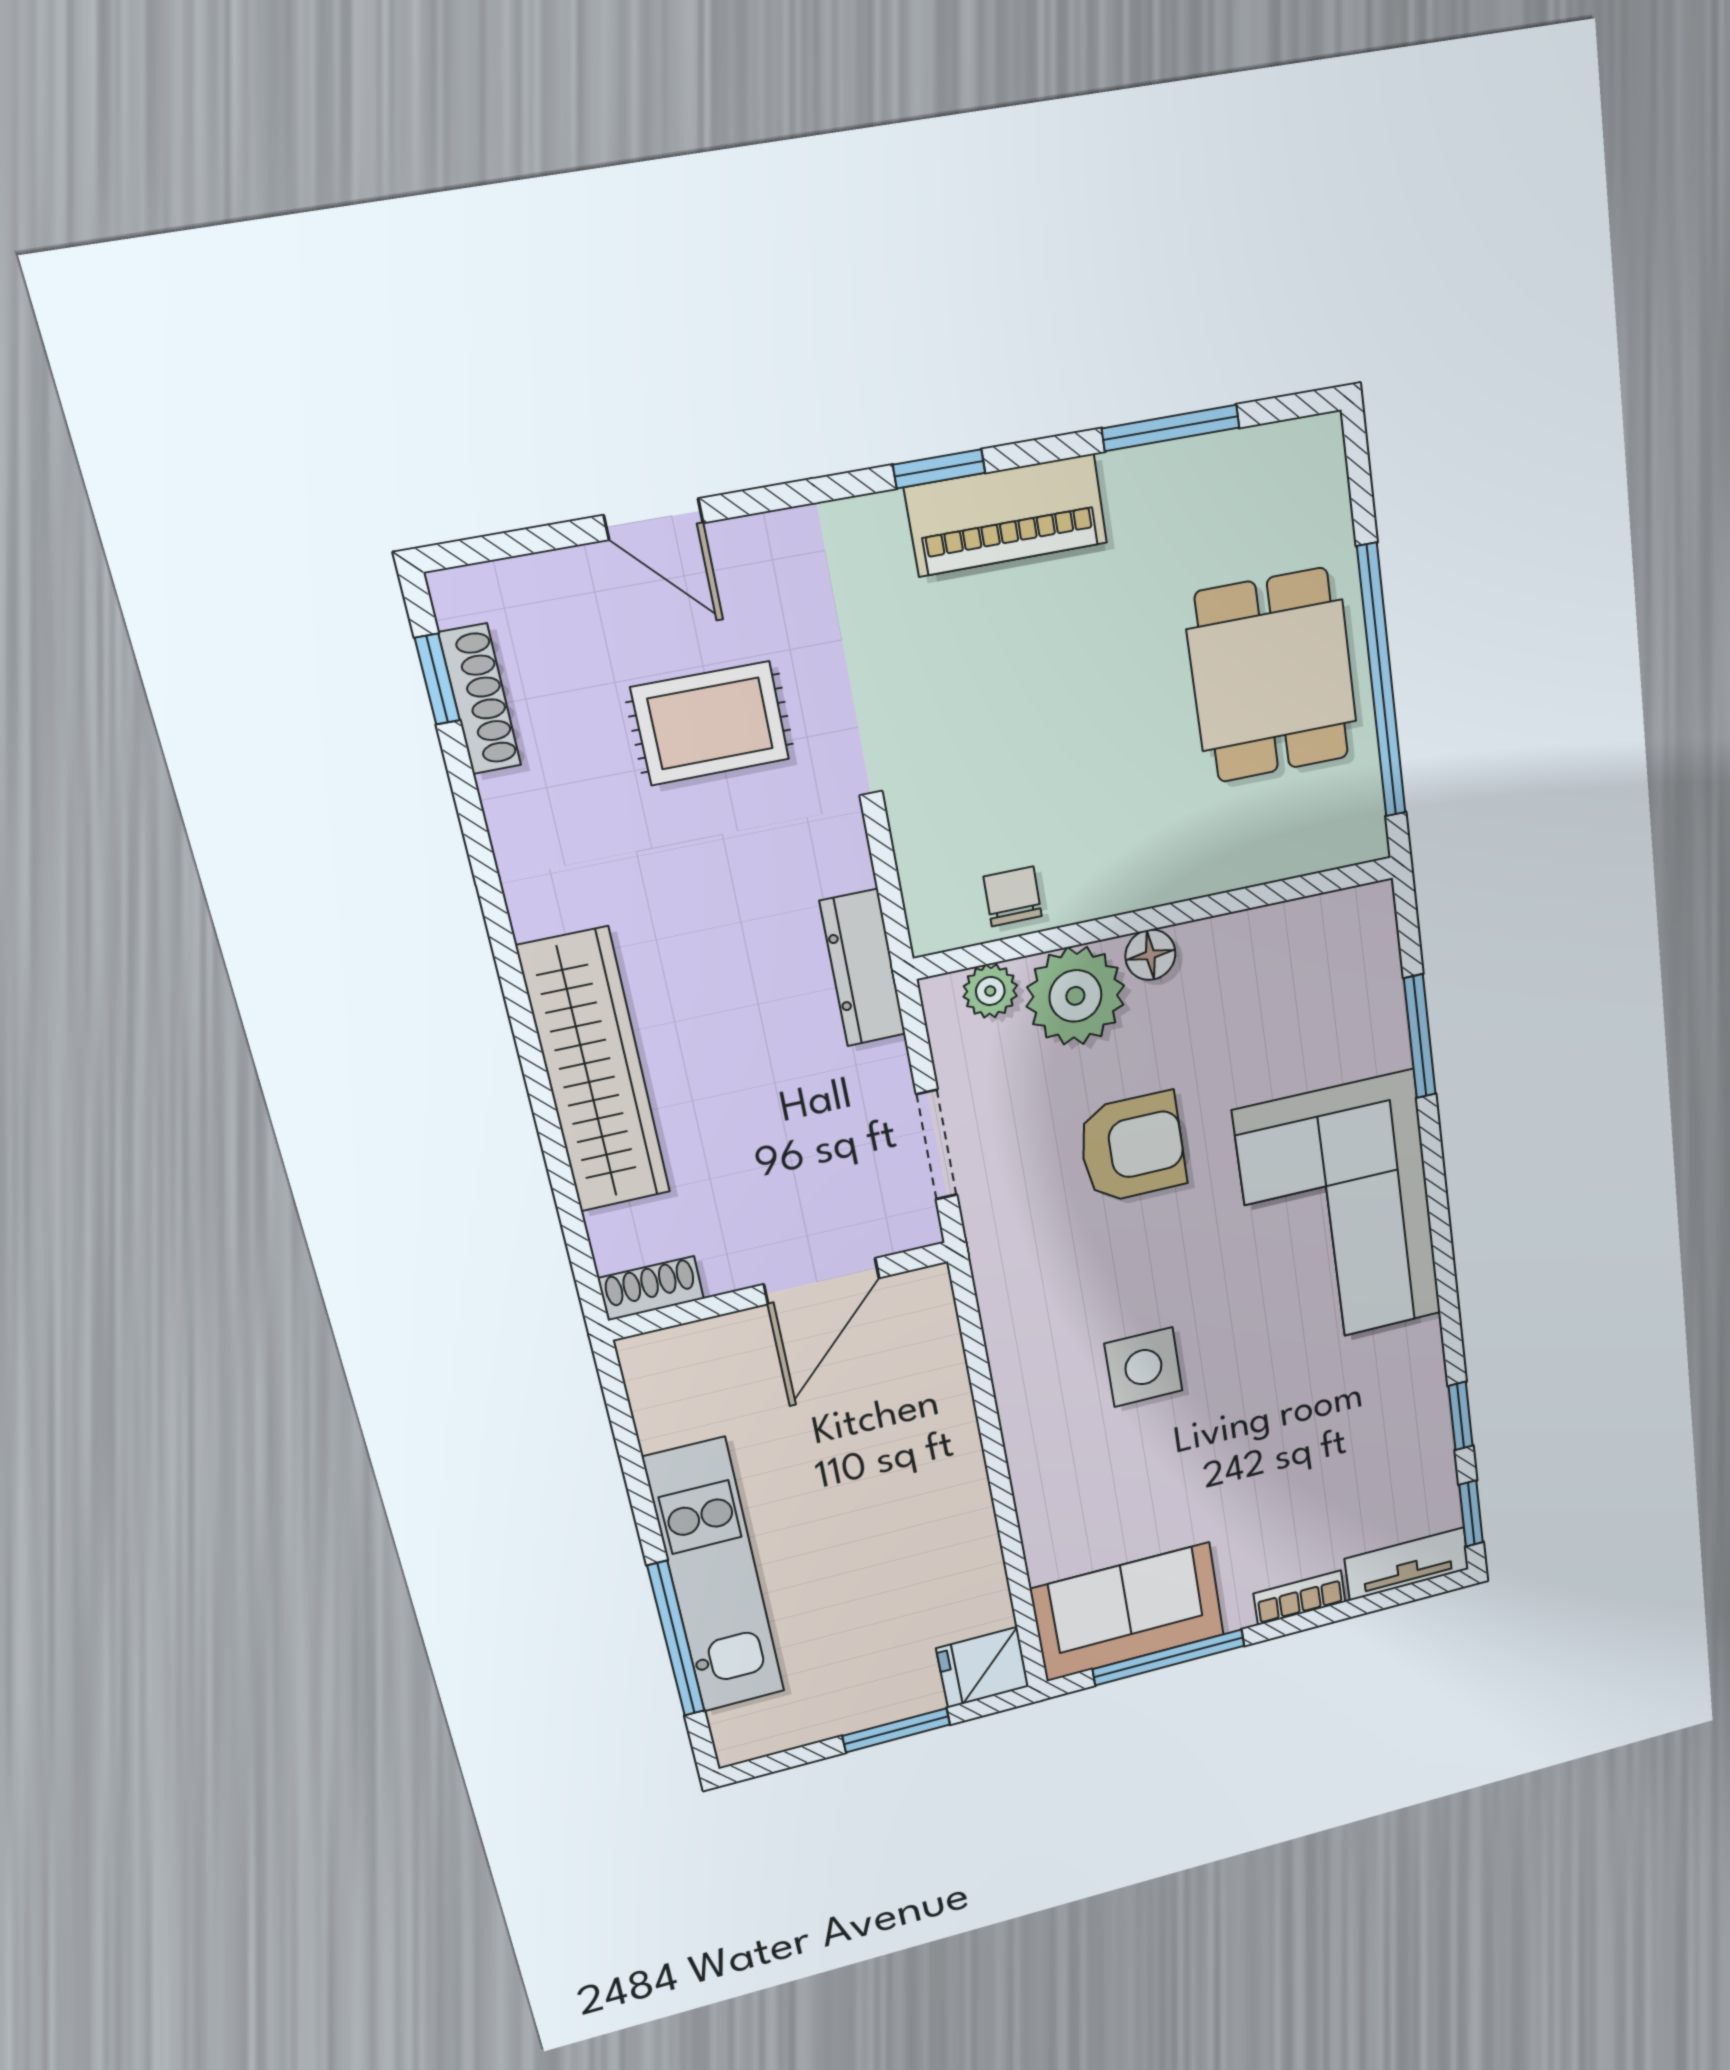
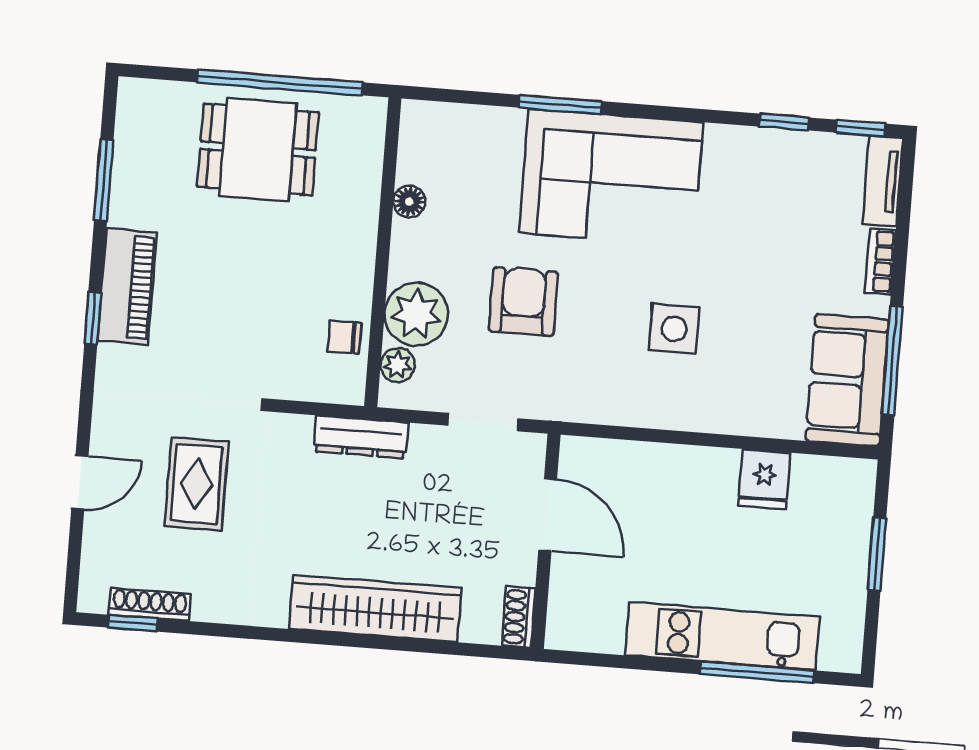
floor lamp: (1150, 955) -> (409, 202), moved
window: (1420, 1037) -> (560, 104), moved
fridge: (983, 1667) -> (764, 479), moved

